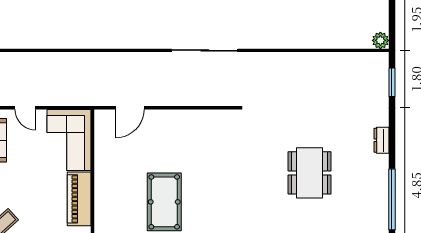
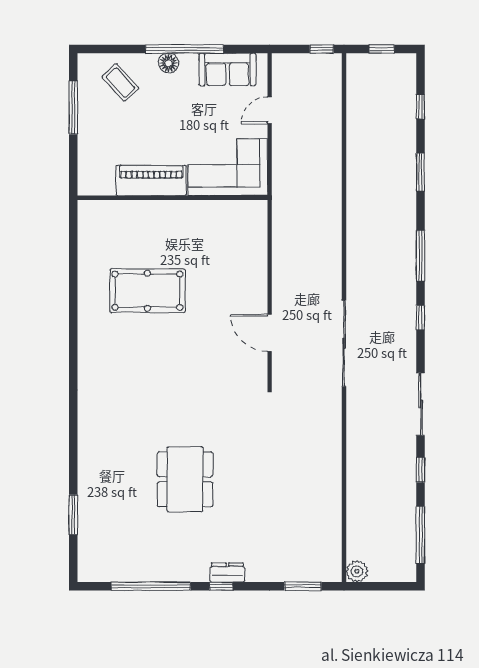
door: (130, 108) -> (270, 333), moved
window: (392, 145) -> (221, 586), added
dining table: (310, 173) -> (185, 479), turned 90

